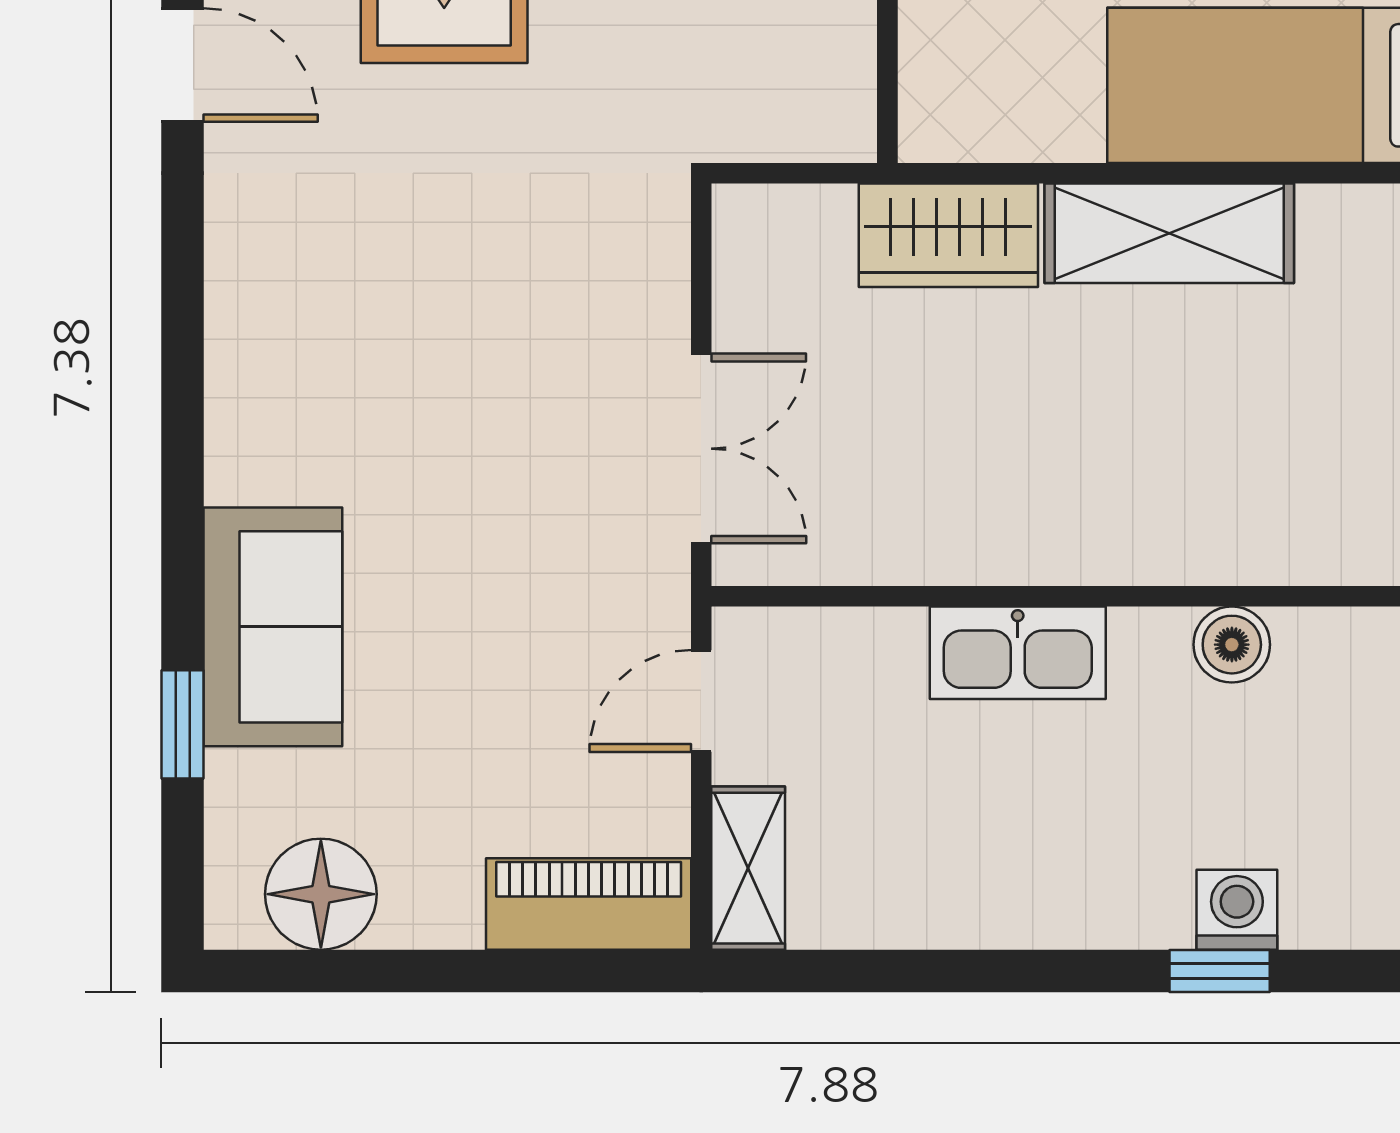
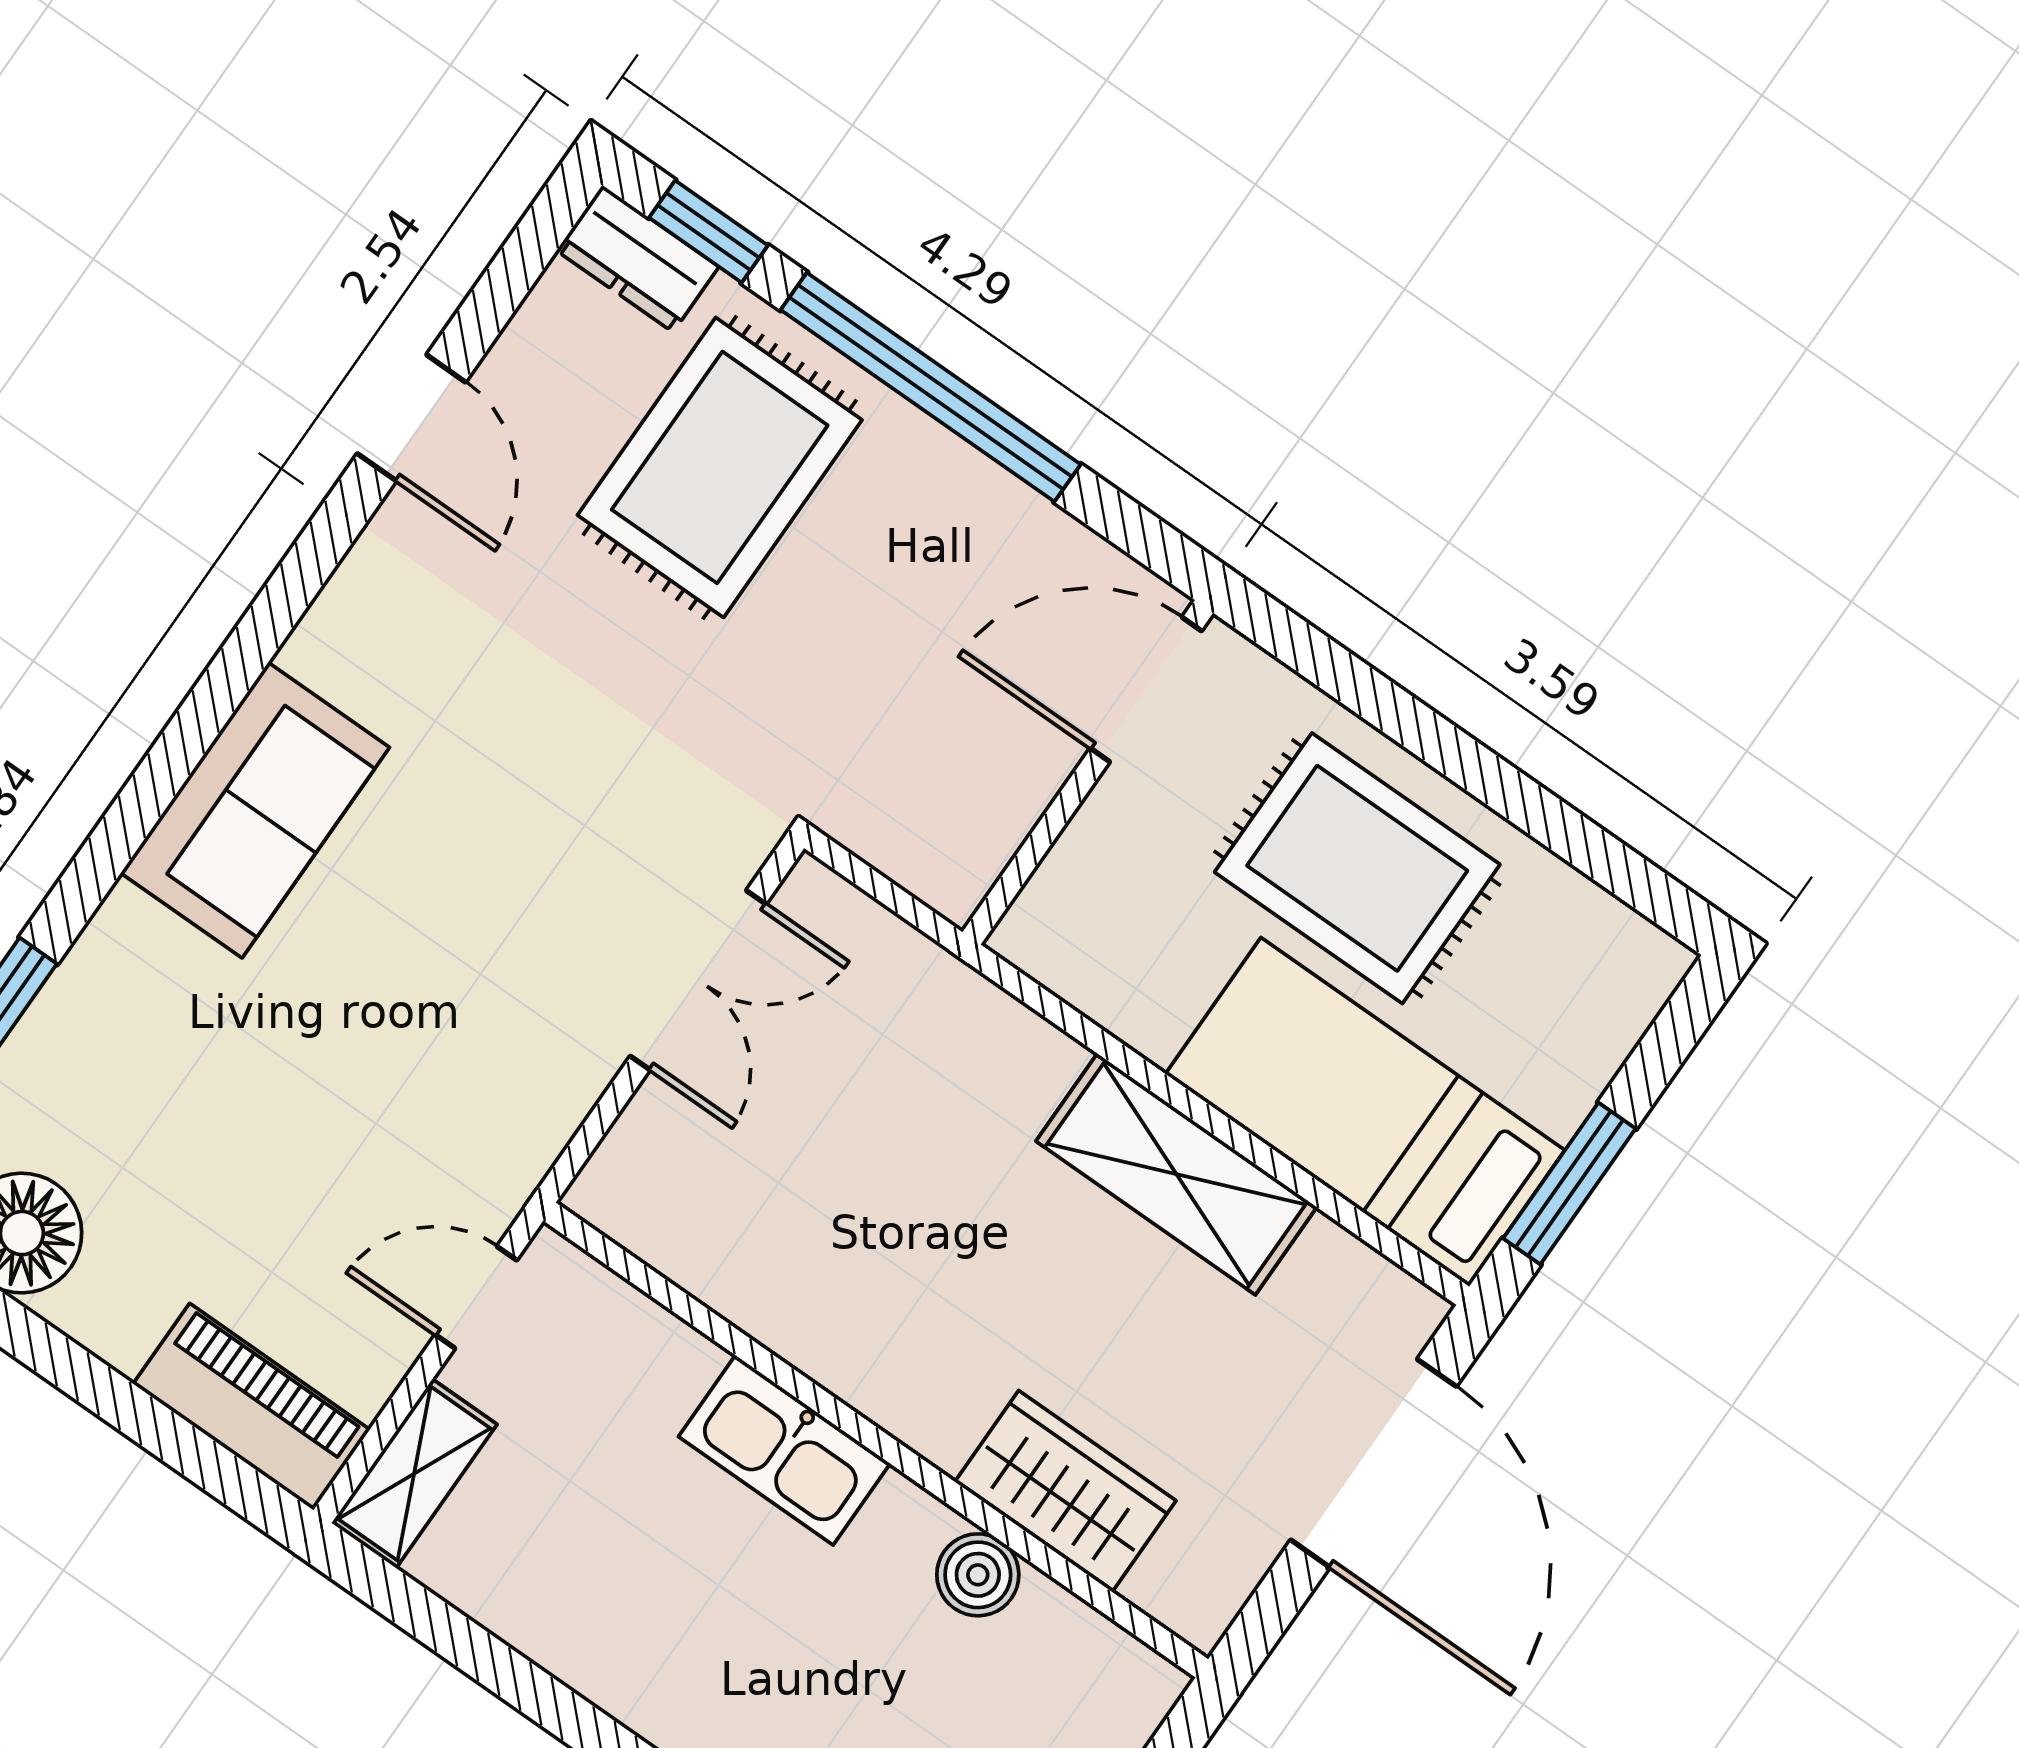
wardrobe: (948, 235) -> (1065, 1491), moved, turned 180
double door: (701, 449) -> (698, 980), moved
sofa: (273, 627) -> (255, 810), moved

